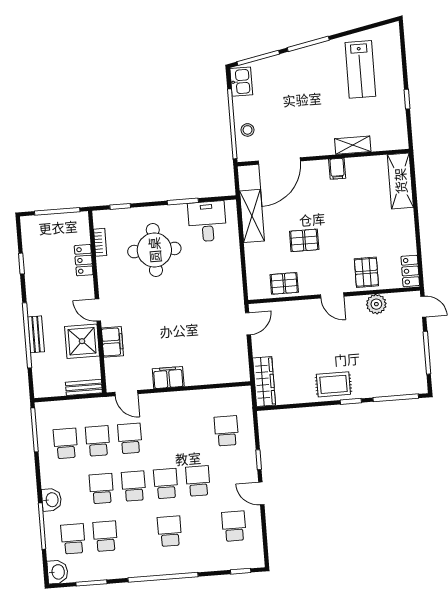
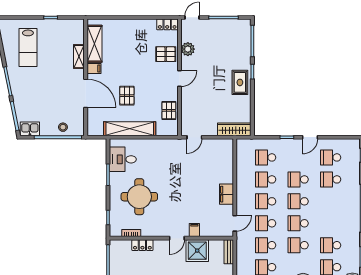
lab bench: (360, 69) -> (28, 47), turned 90
door: (279, 161) -> (86, 93), moved
shelving: (400, 181) -> (95, 44), moved, turned 90
shelving: (252, 216) -> (130, 129), width x1.47
pallet: (304, 240) -> (127, 96), moved
door: (248, 324) -> (194, 137), swing flipped
filing cabinet: (112, 342) -> (194, 230), width x0.50
school desk: (194, 433) -> (266, 179), added
school desk: (162, 436) -> (266, 201), added
school desk: (170, 531) -> (331, 179), moved

